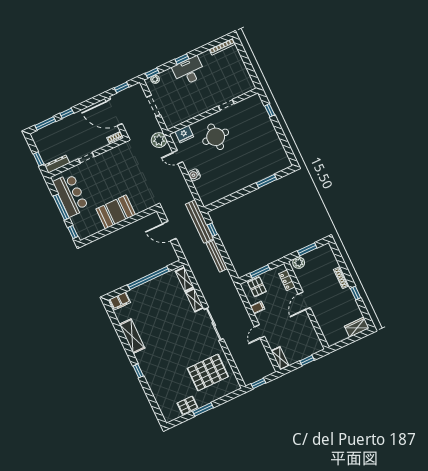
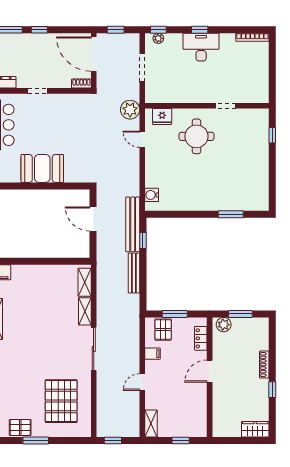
water cooler: (194, 175) -> (152, 195), moved
window: (148, 278) -> (44, 261), removed
pallet: (208, 372) -> (61, 401), turned 90

